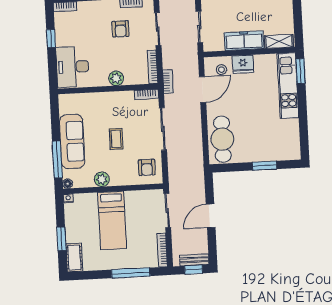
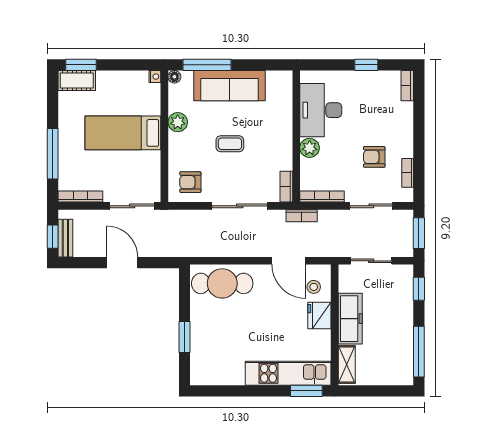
desk: (73, 67) -> (321, 110), moved, turned -90
window: (61, 239) -> (81, 65), moved

